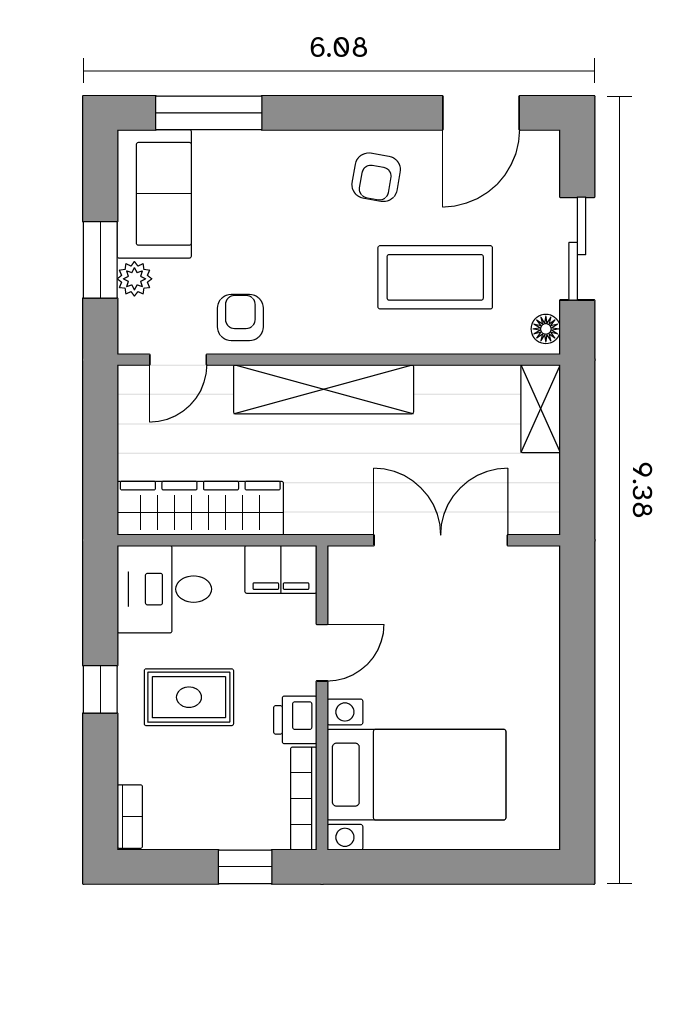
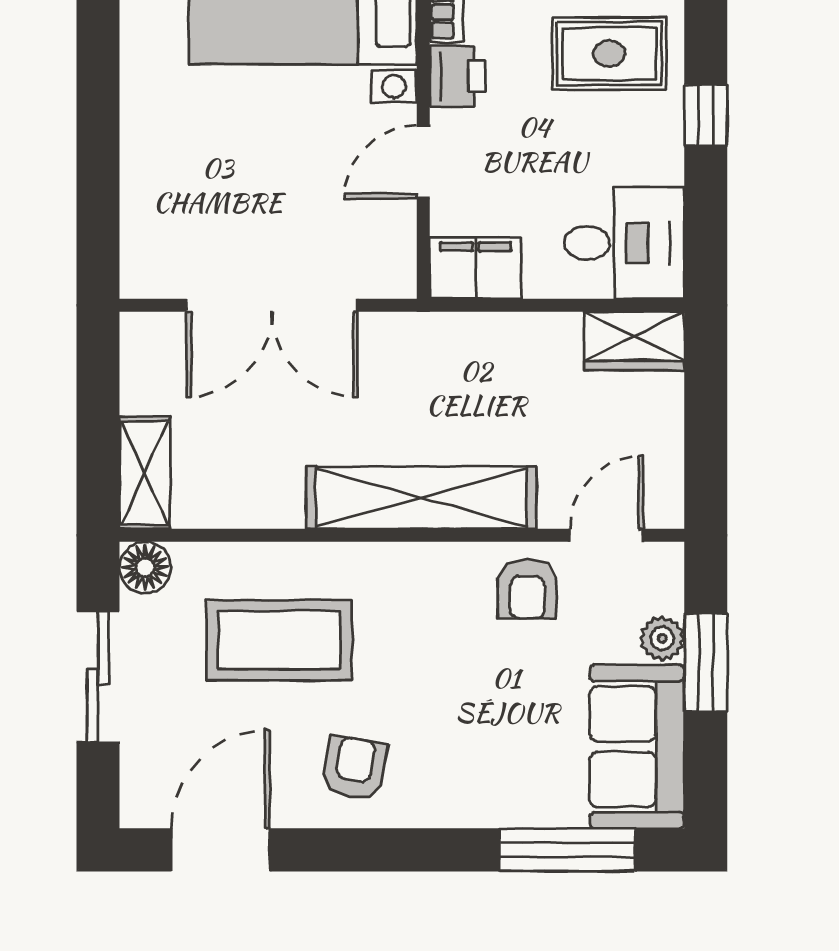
floor lamp: (546, 329) -> (145, 567), width x1.37, depth x1.37
wardrobe: (200, 508) -> (634, 341), width x0.48, depth x0.85
rug: (189, 697) -> (609, 54), moved

